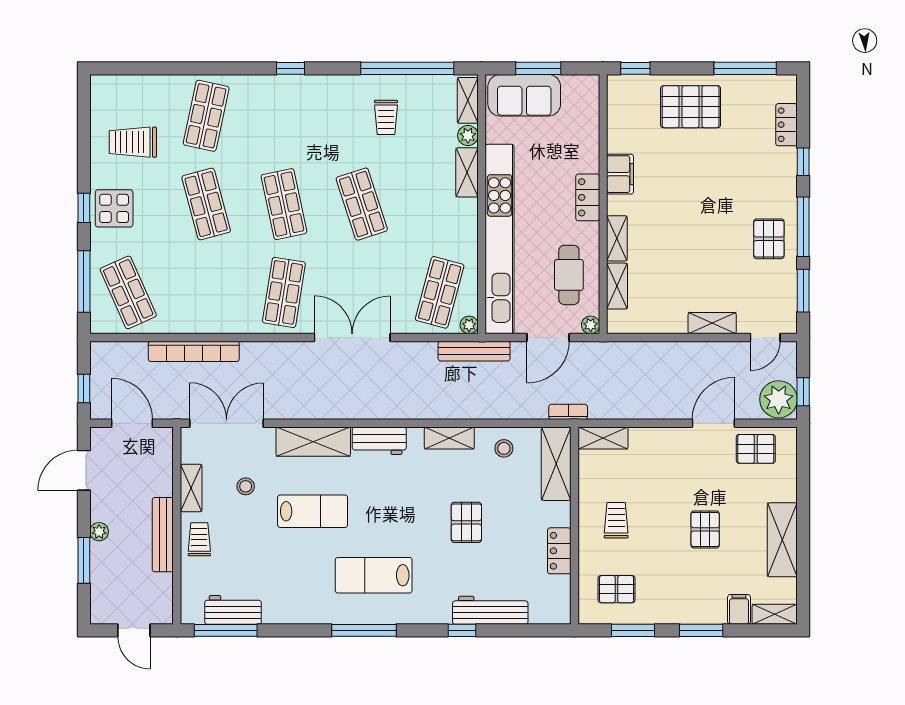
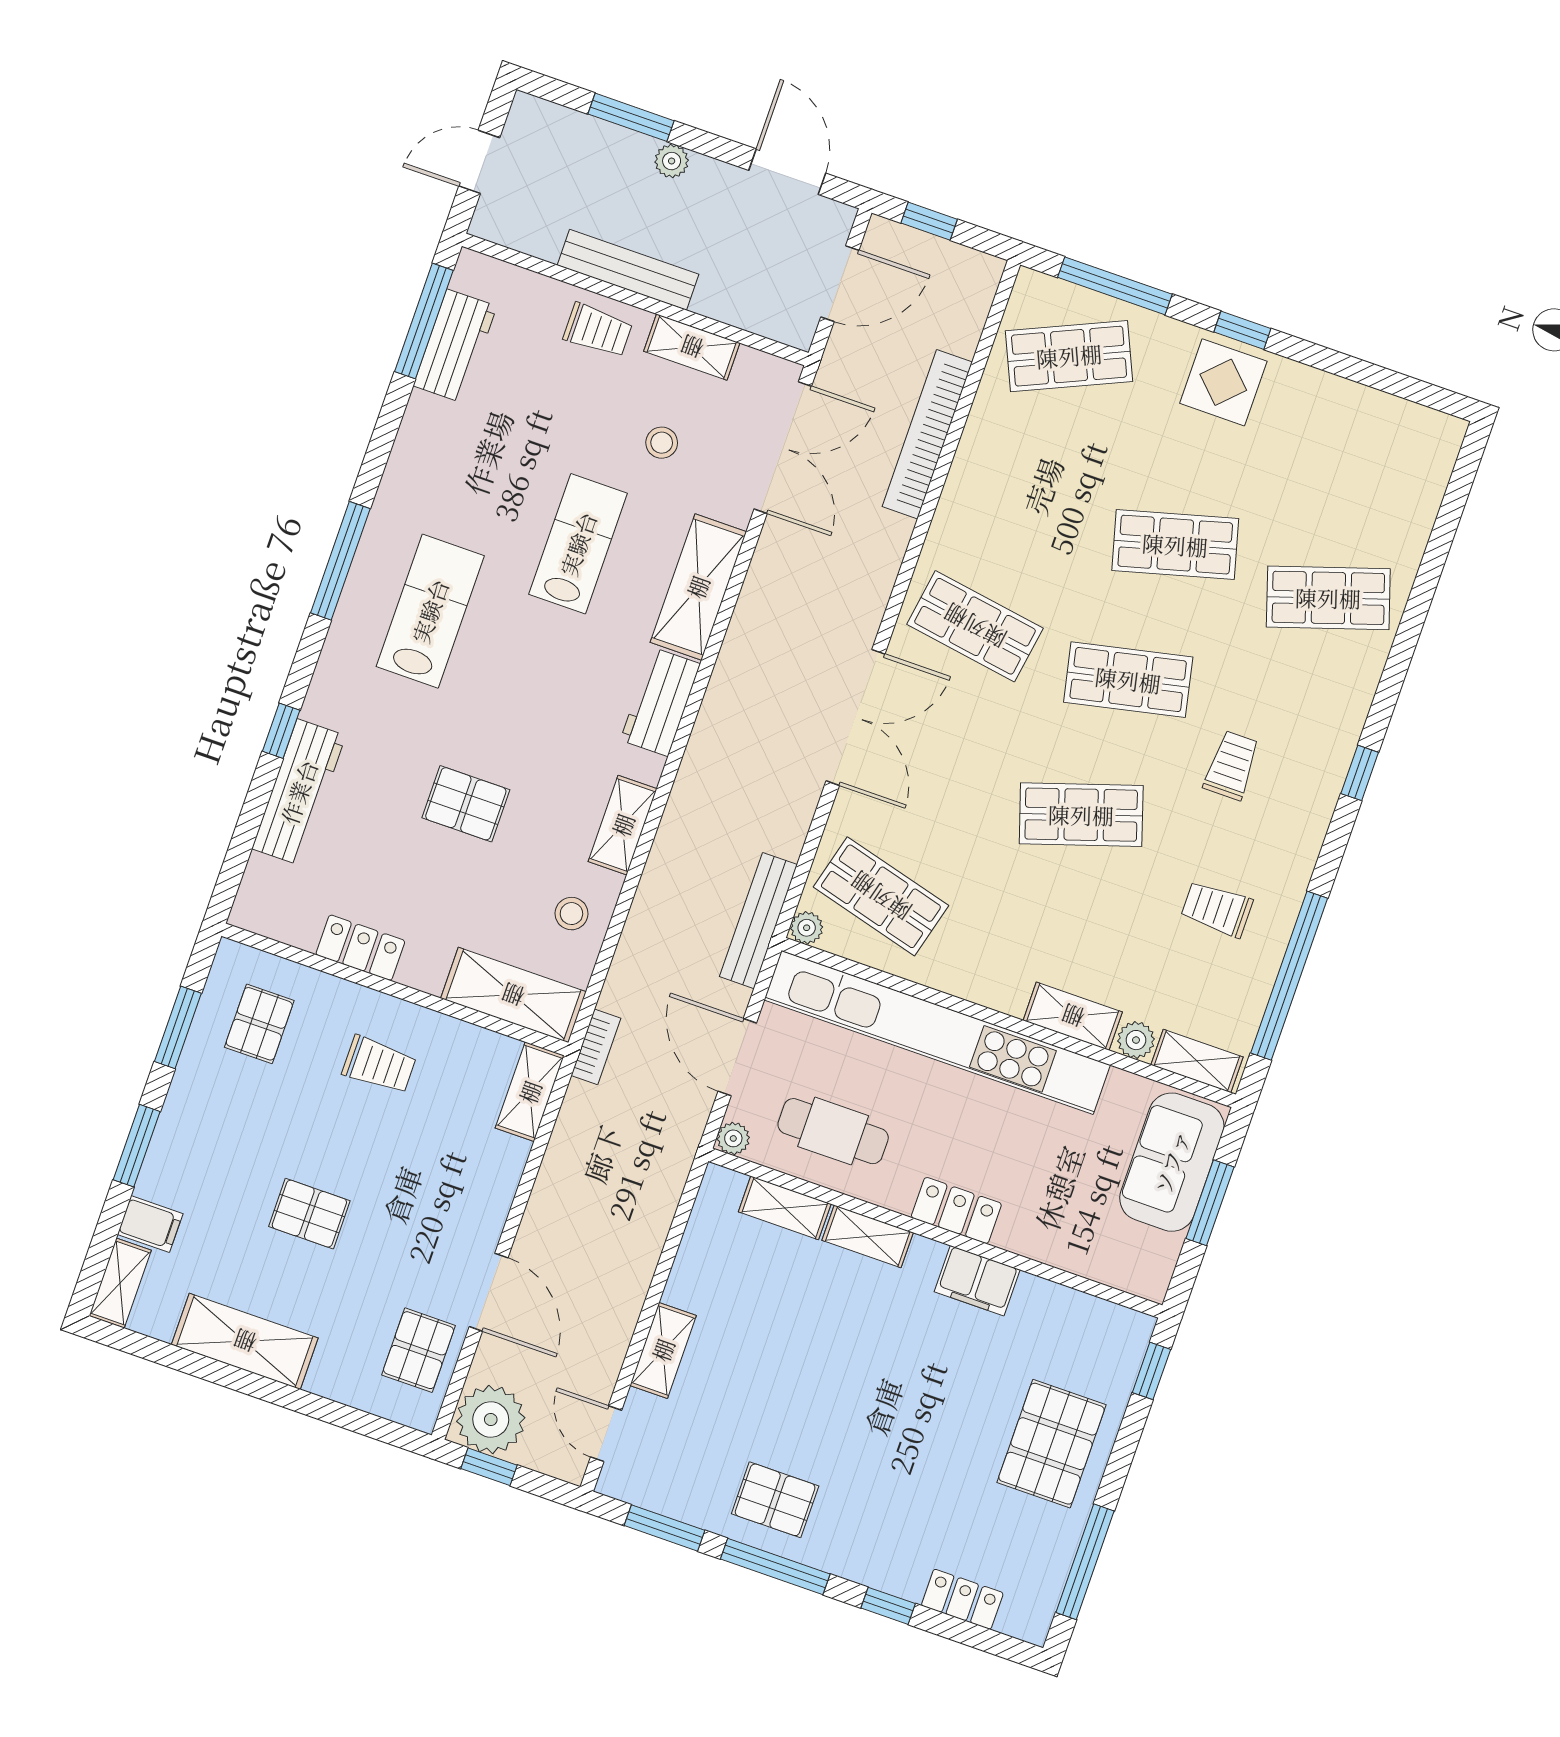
shop shelf: (206, 116) -> (1328, 598), turned -30
trolley: (133, 142) -> (1232, 765), moved, width x0.73, depth x0.72
lab bench: (313, 511) -> (578, 544), turned 180

